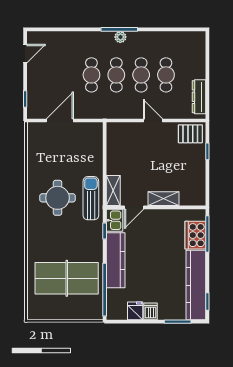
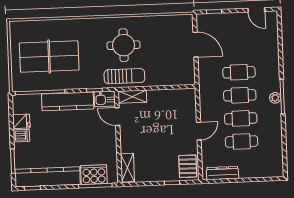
shelving: (163, 199) -> (127, 168), moved
table tennis table: (67, 278) -> (49, 57), turned 90

